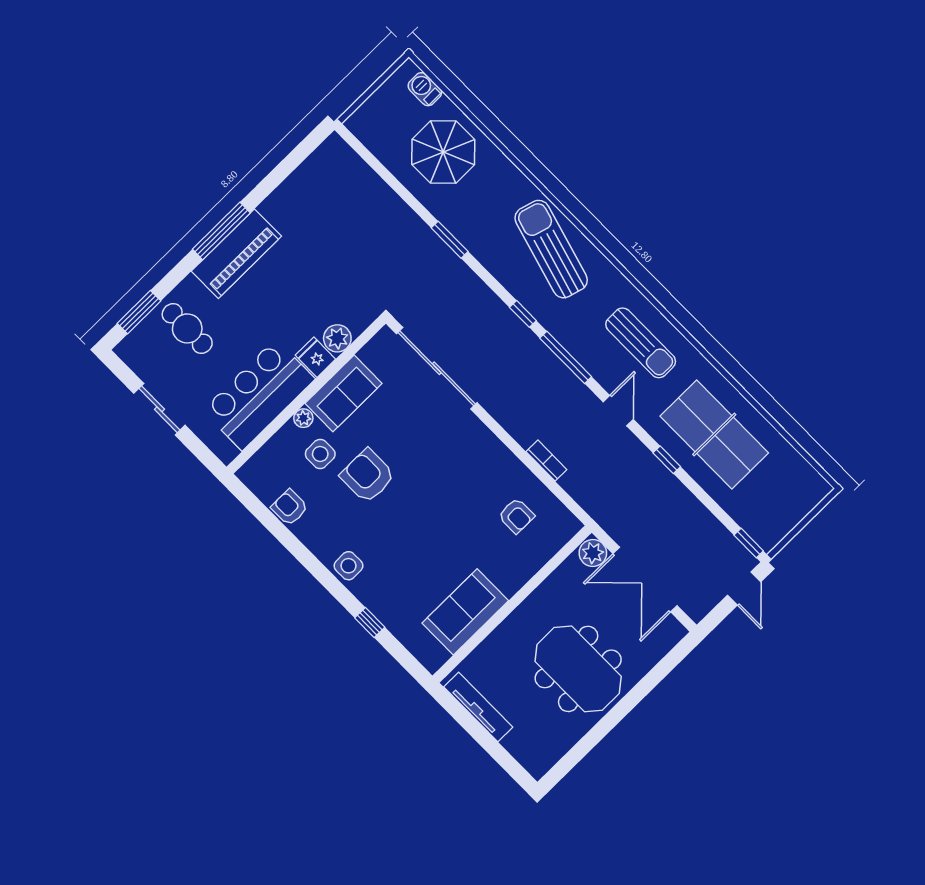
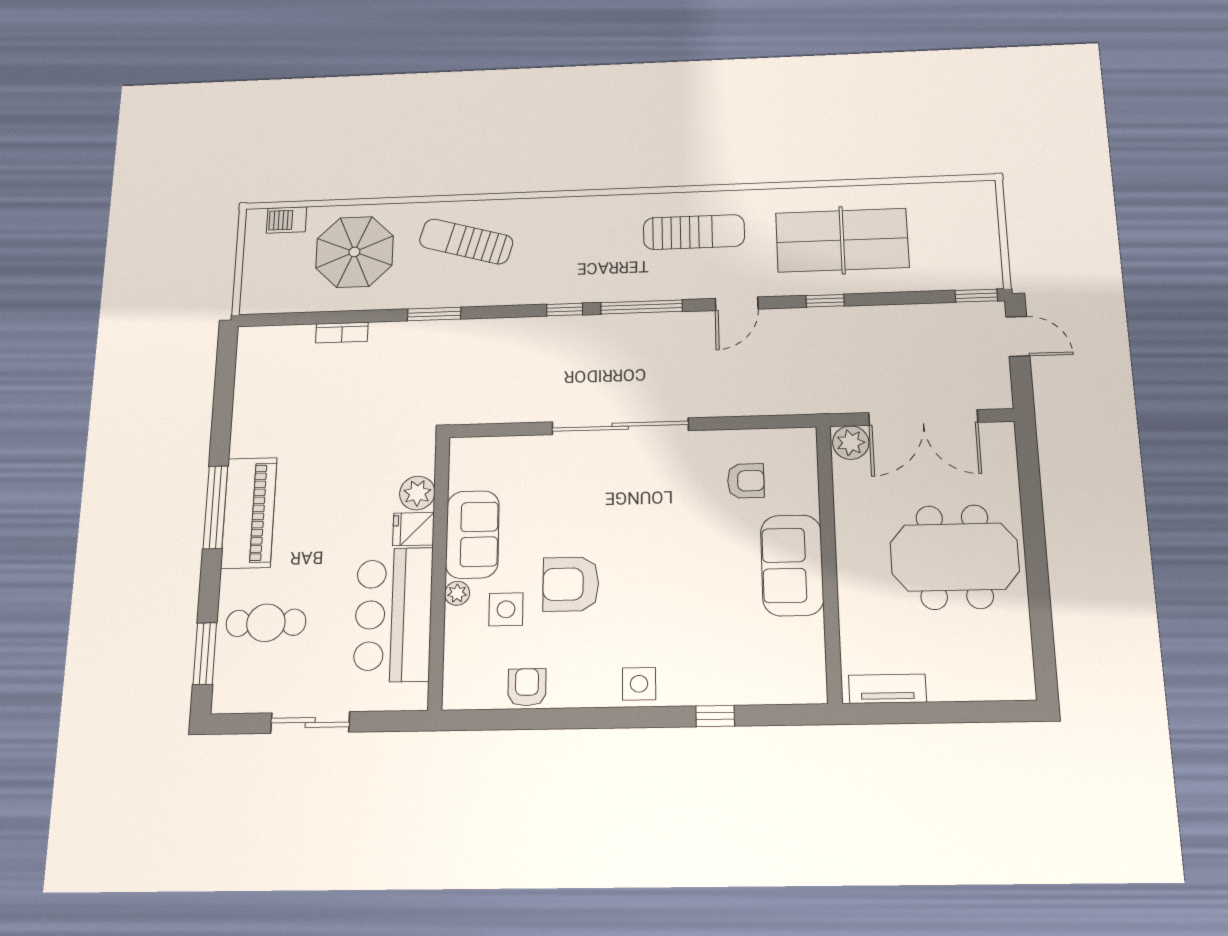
sun lounger: (551, 249) -> (466, 241), moved, width x0.73, depth x0.75
sliding door: (437, 368) -> (620, 426), moved
door: (618, 411) -> (737, 304), swing flipped
bookcase: (546, 461) -> (342, 332), moved, turned 180
armchair: (290, 507) -> (527, 687), turned 90
sofa: (465, 612) -> (792, 565), moved
tv unit: (478, 707) -> (887, 689), width x0.71

